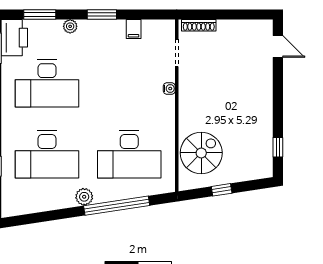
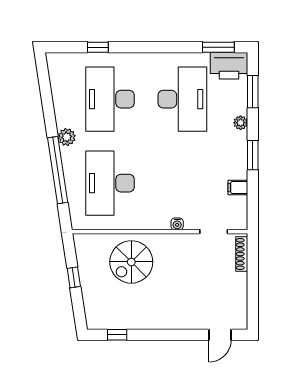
desk: (47, 83) -> (182, 99), turned 180
spiral stairs: (201, 153) -> (131, 262), moved, turned 90

